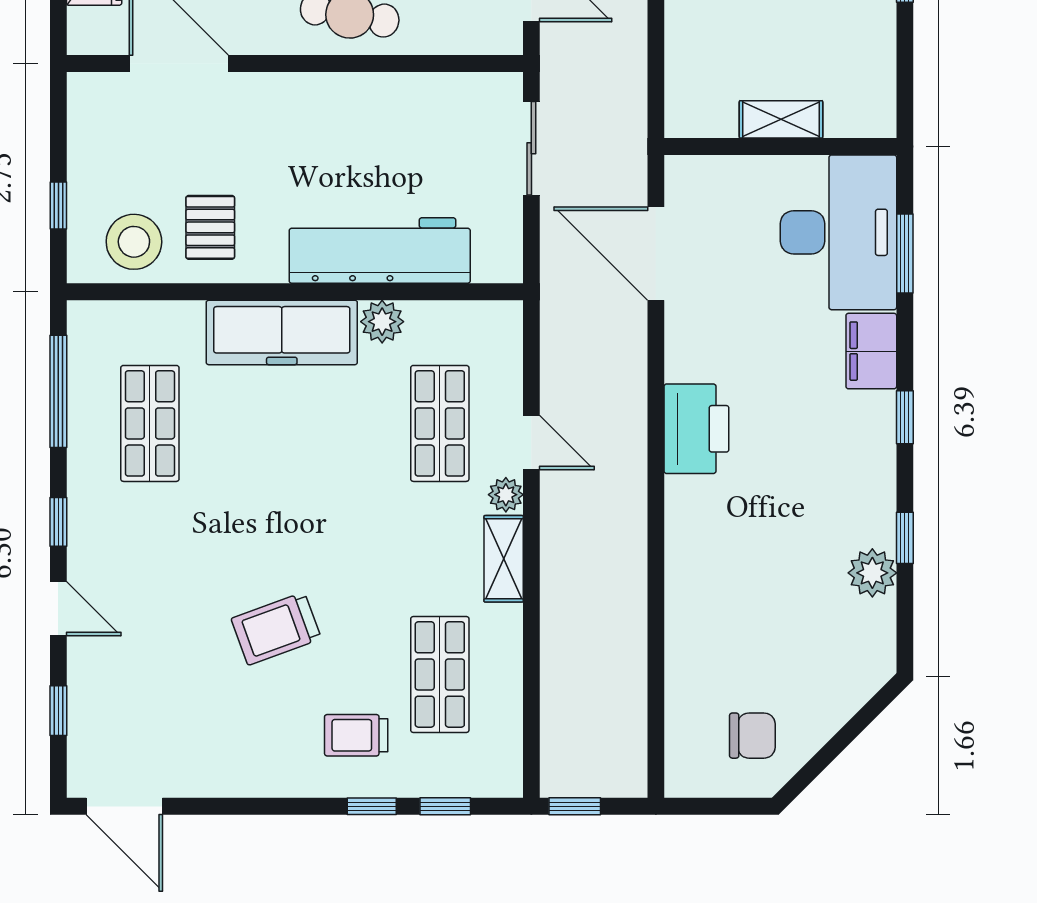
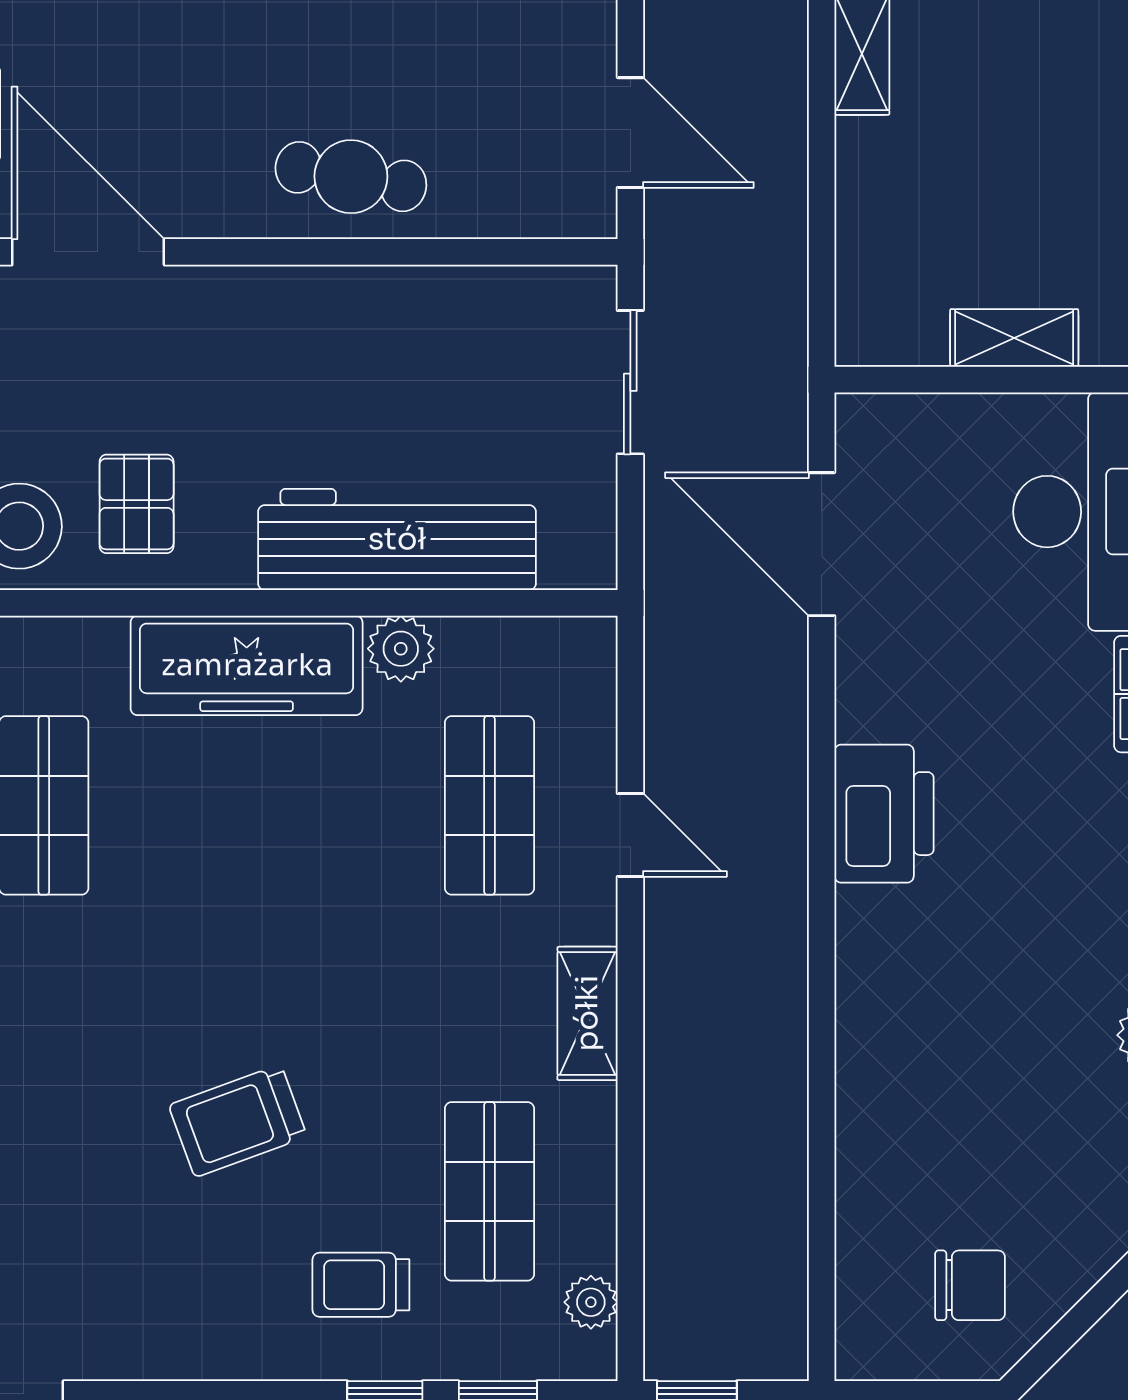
plant: (506, 495) -> (591, 1302), moved

